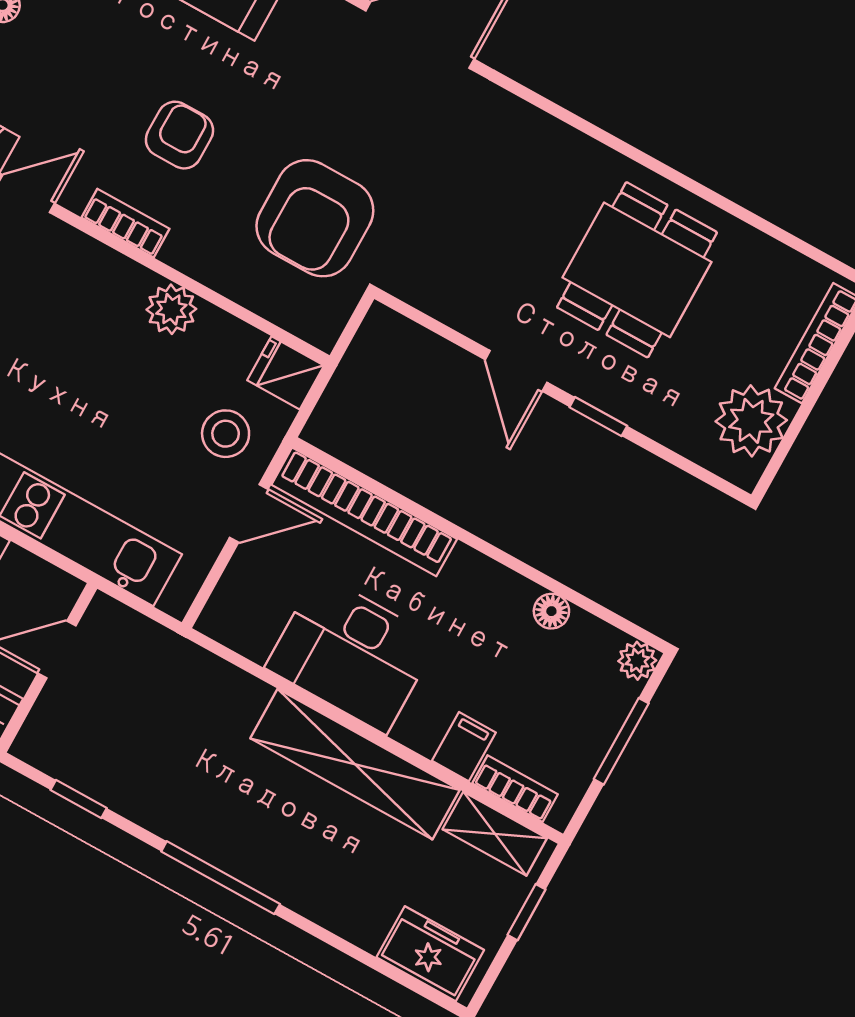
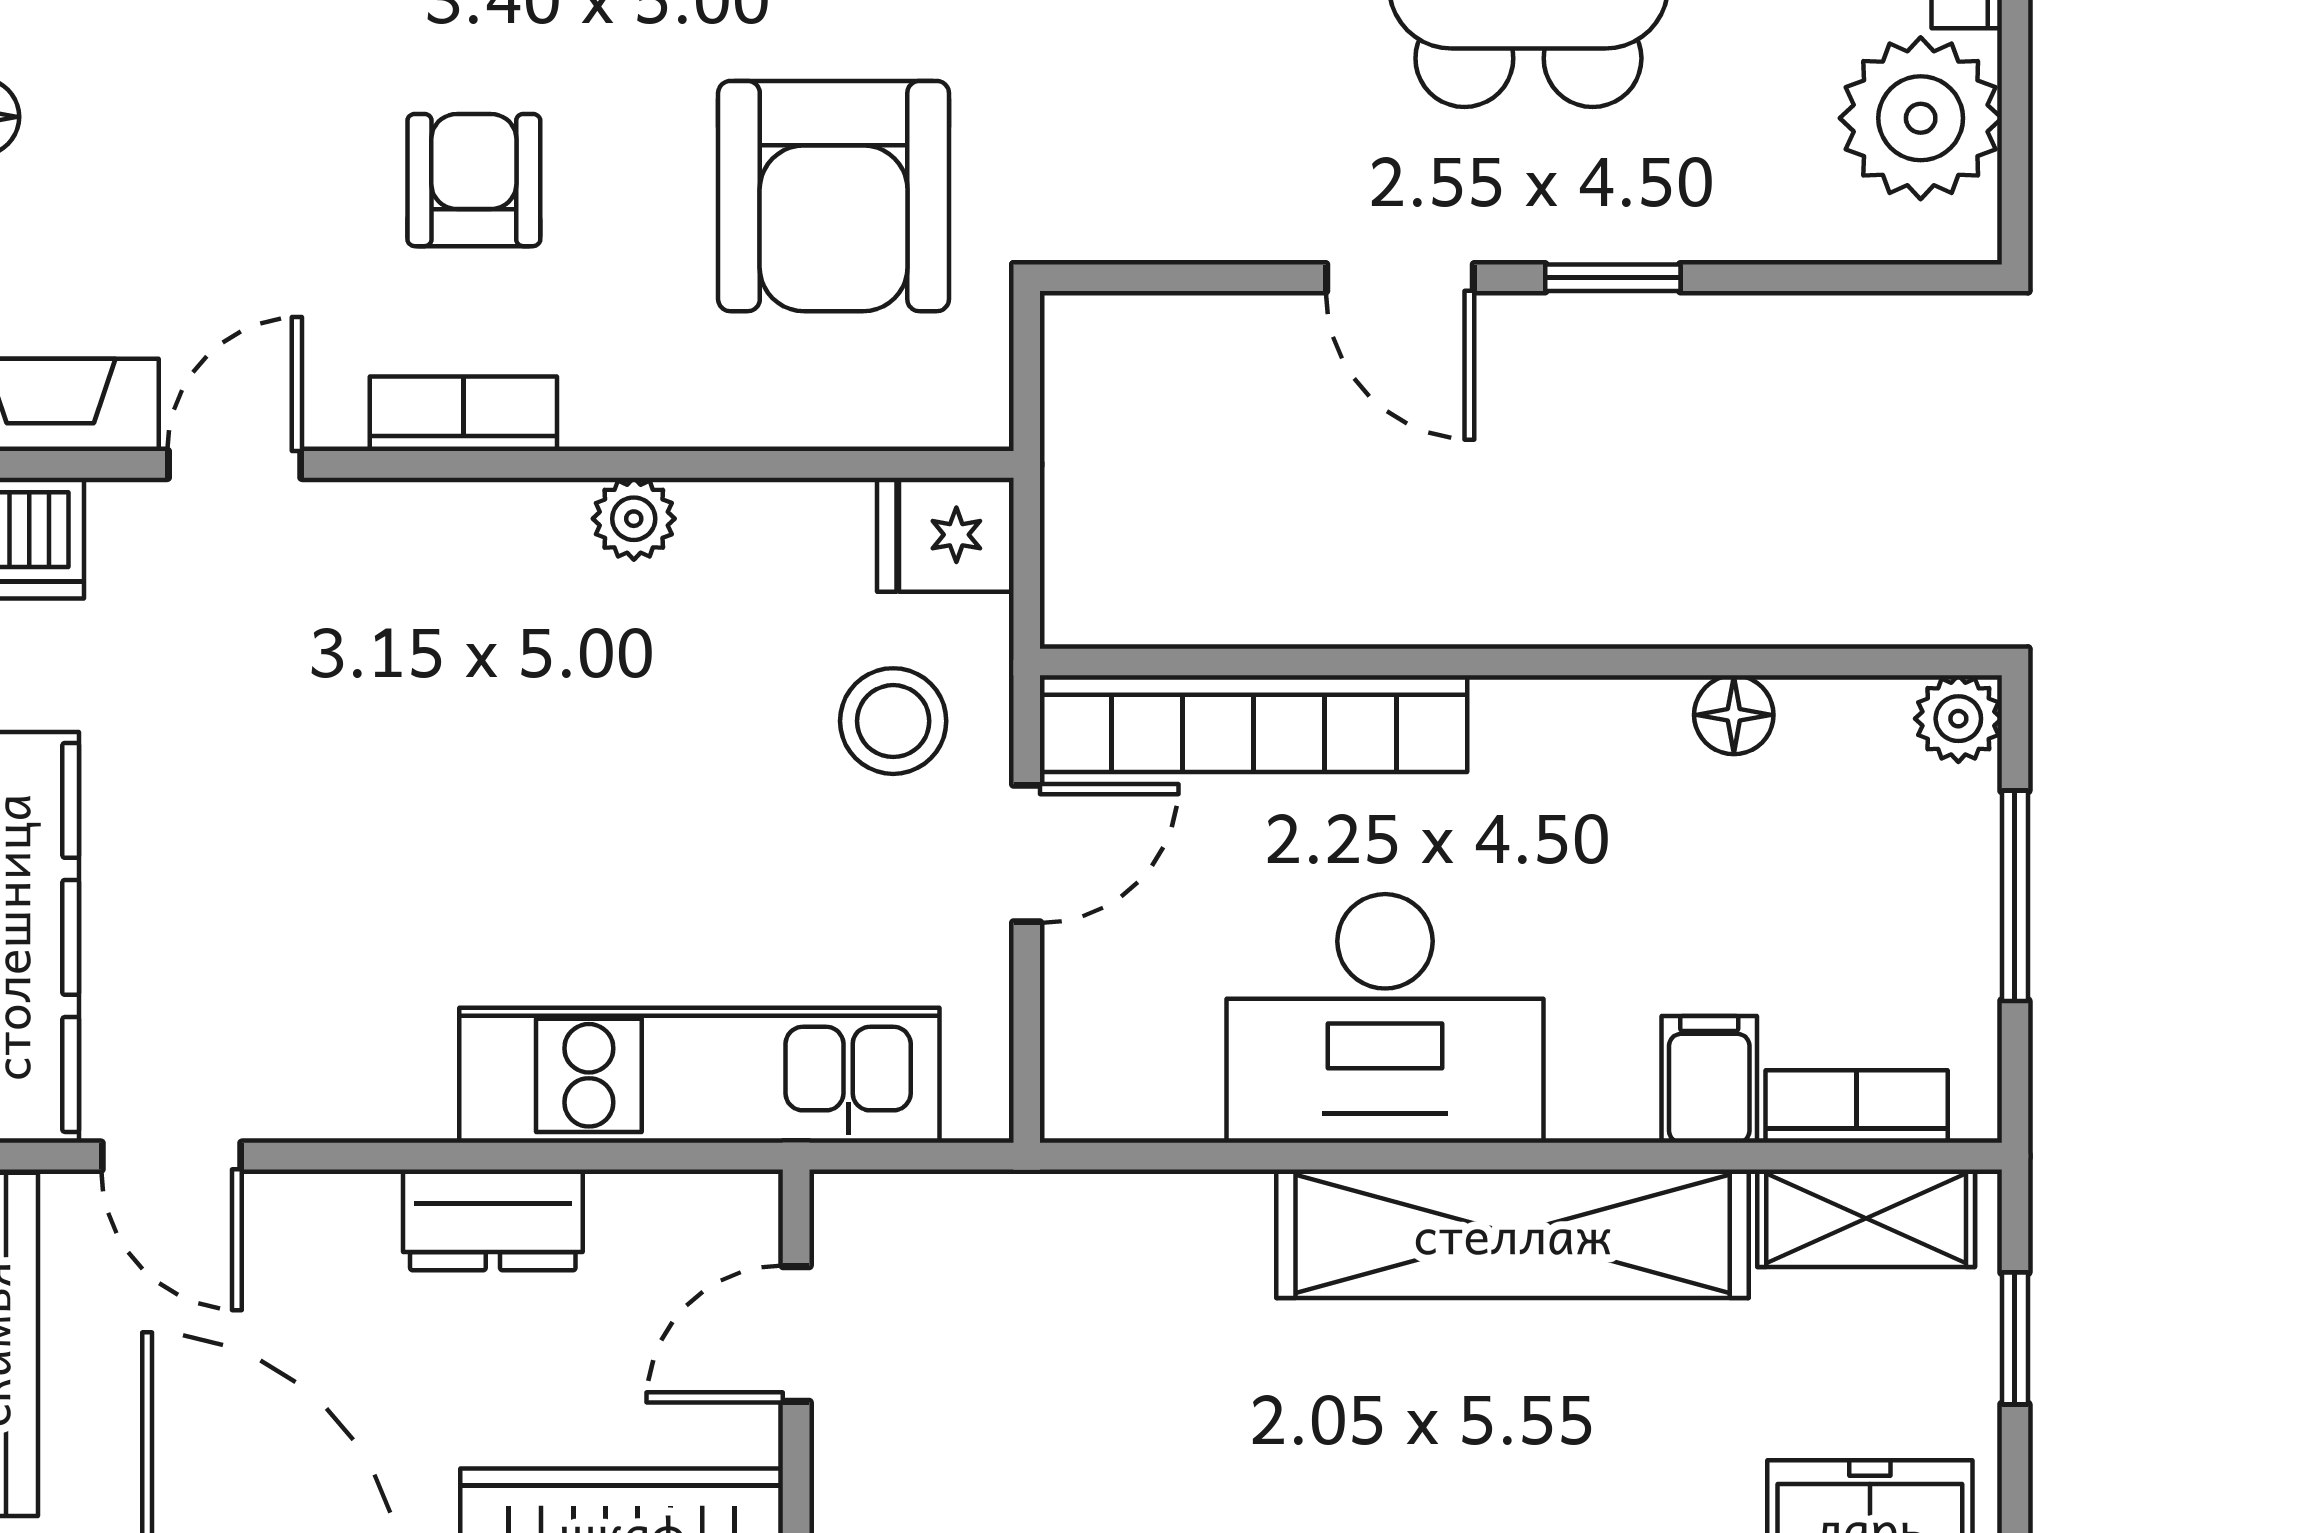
plant: (171, 309) -> (634, 519), width x0.73, depth x0.73

